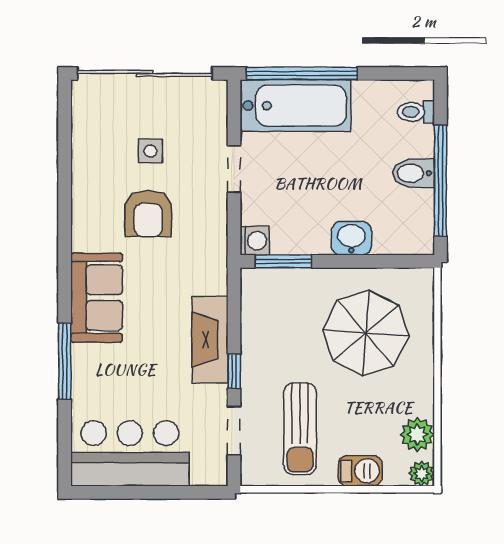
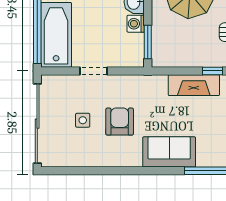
armchair: (148, 214) -> (120, 122), turned -90
washing machine: (255, 241) -> (136, 24), moved, turned -90

